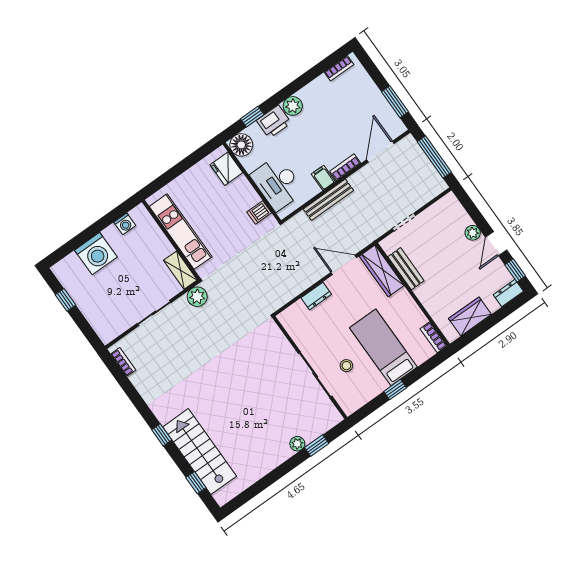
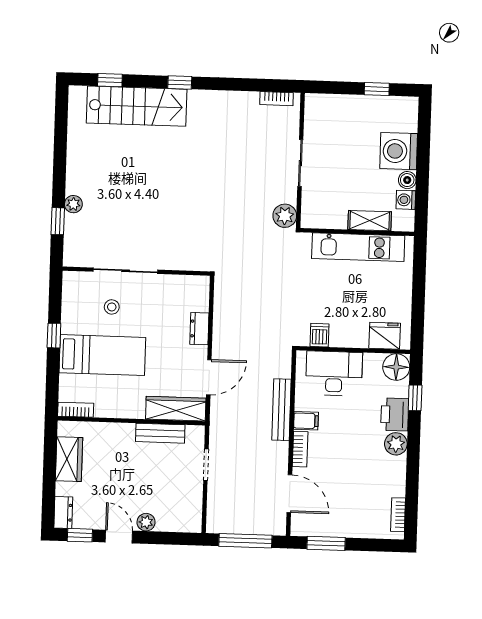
boiler: (111, 233) -> (407, 180), added
shelving: (180, 270) -> (370, 221), moved

